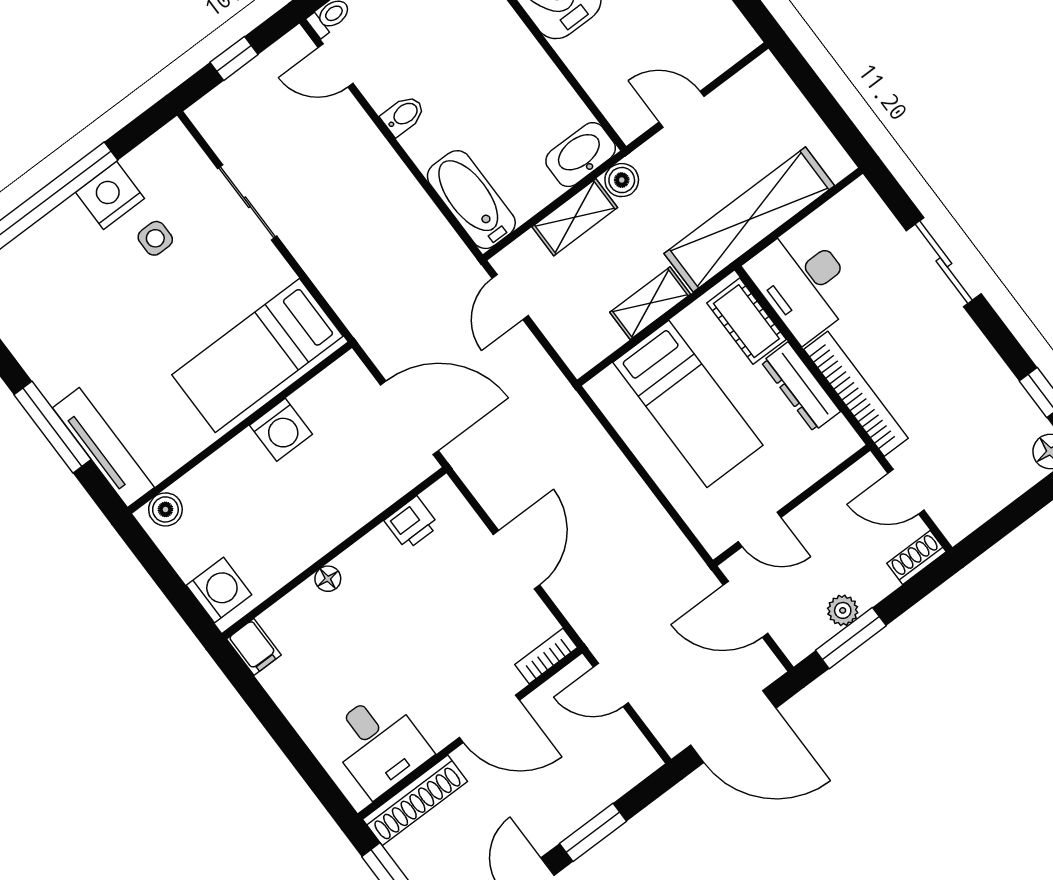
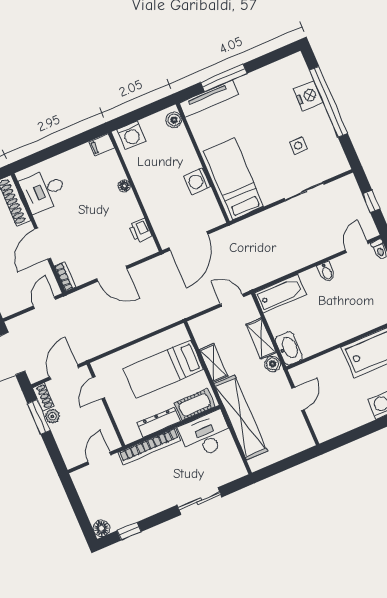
nightstand: (110, 195) -> (308, 96), moved
shoe rack: (917, 558) -> (43, 397), moved

